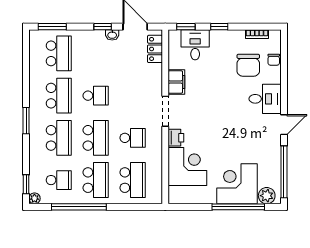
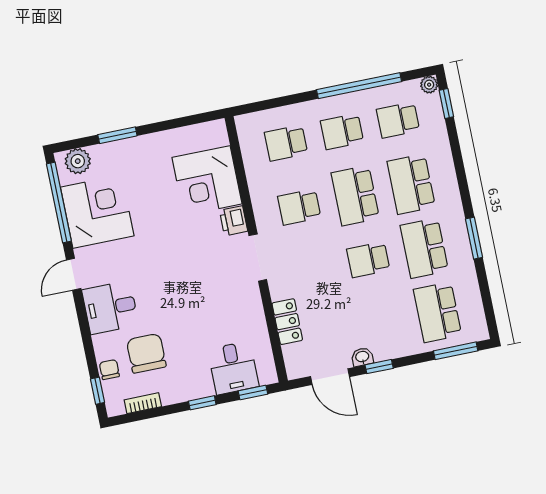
window: (284, 48) -> (97, 391), added
locker: (155, 49) -> (287, 322), moved
filing cabinet: (176, 82) -> (250, 305), removed
window: (26, 121) -> (474, 238), moved
school desk: (96, 180) -> (342, 132), width x0.54
school desk: (133, 180) -> (286, 143), width x0.54
corner desk: (237, 184) -> (97, 211), moved, turned -90
window: (238, 207) -> (117, 135), width x0.47

